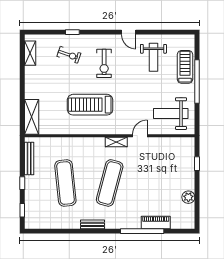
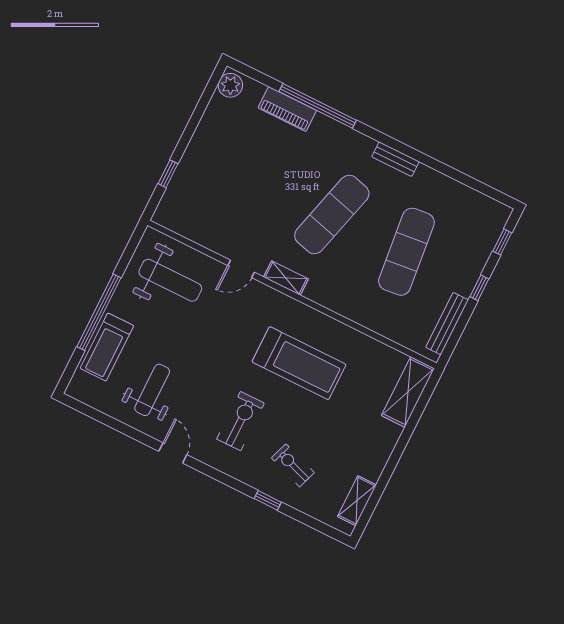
plant: (188, 197) -> (230, 85), moved

